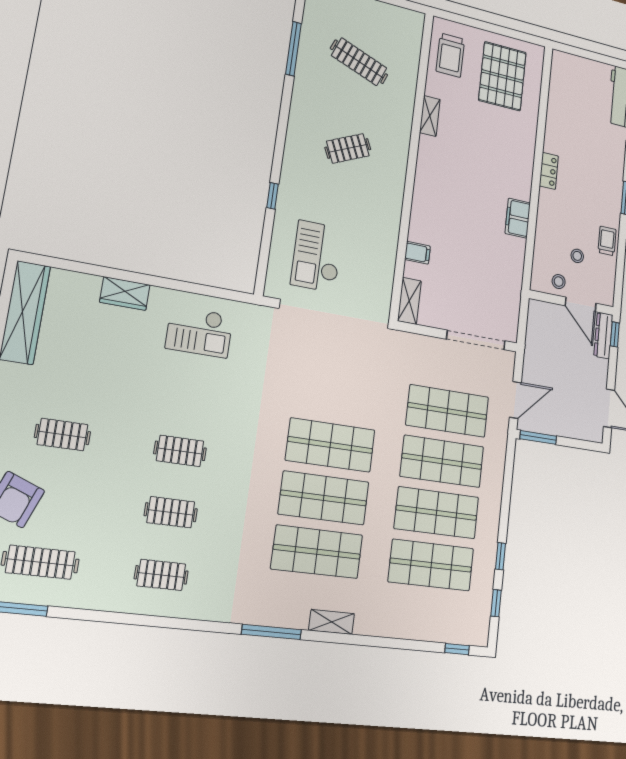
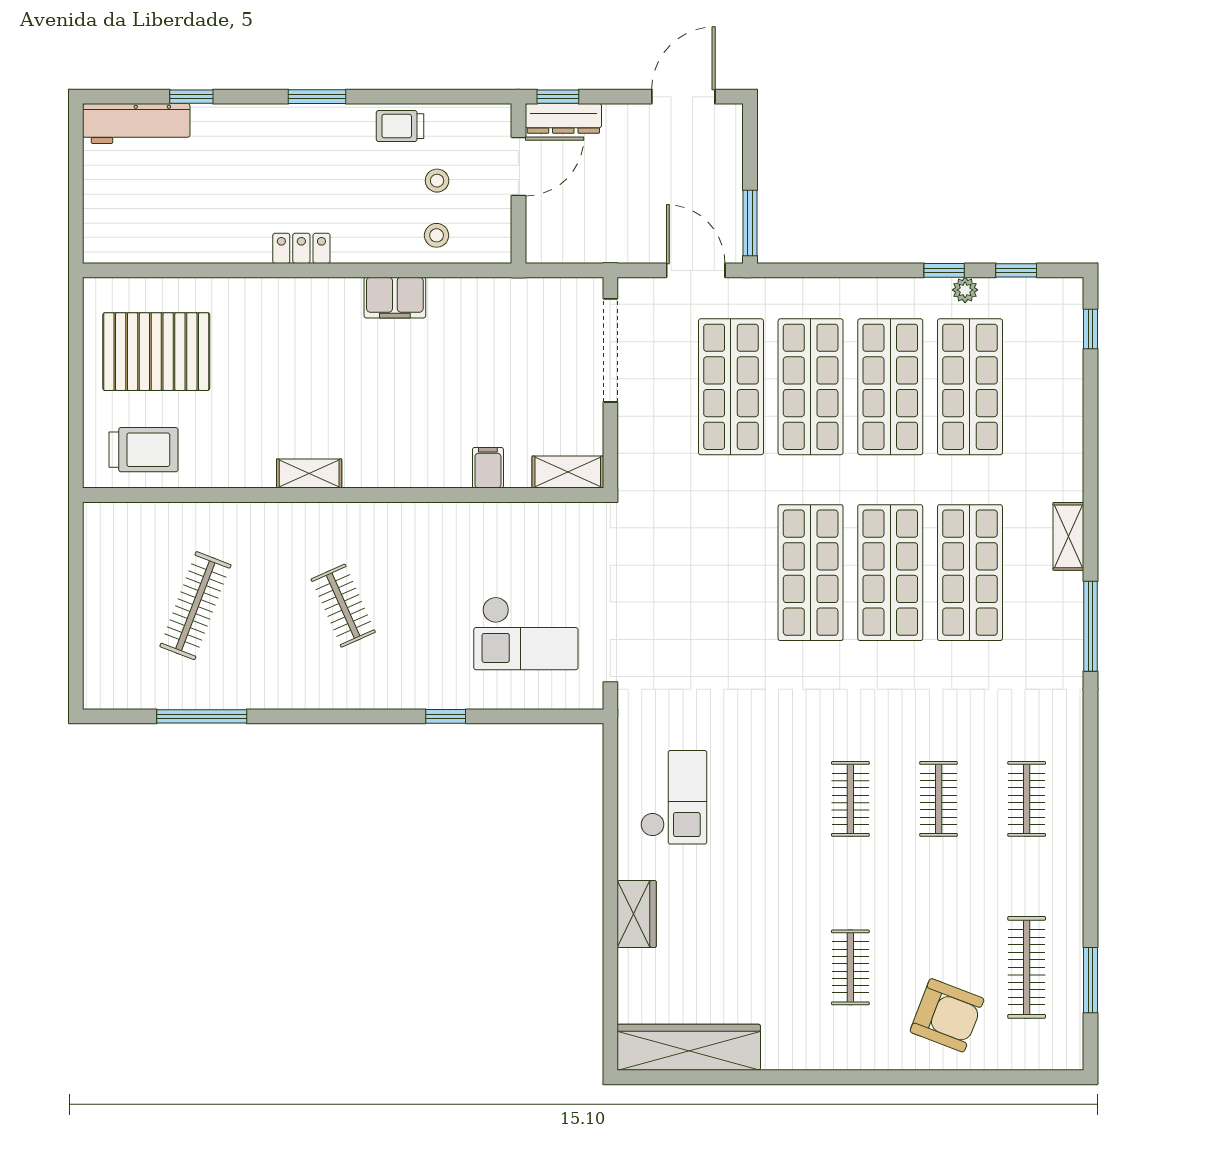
shelving: (430, 116) -> (309, 474), moved
stool: (559, 282) -> (437, 235), moved
plant: (488, 568) -> (965, 290), added

